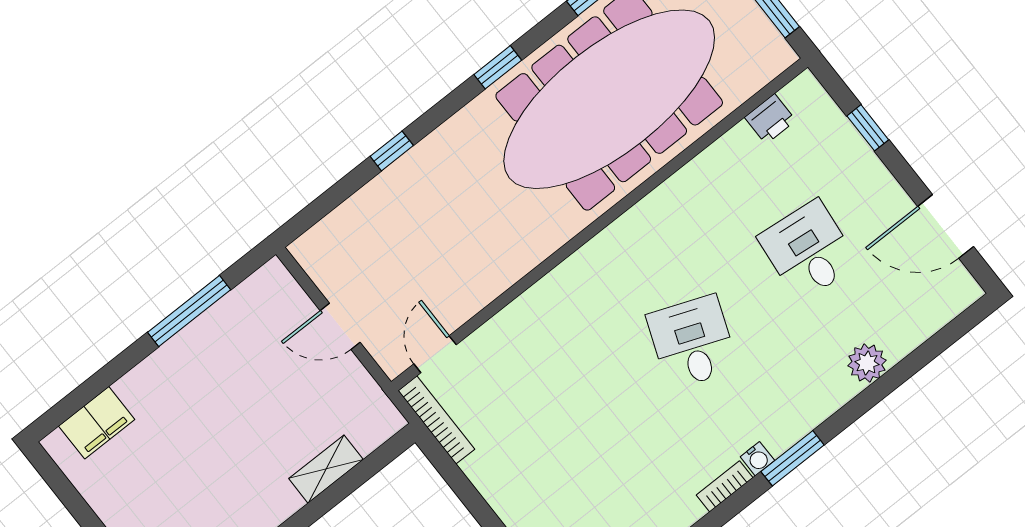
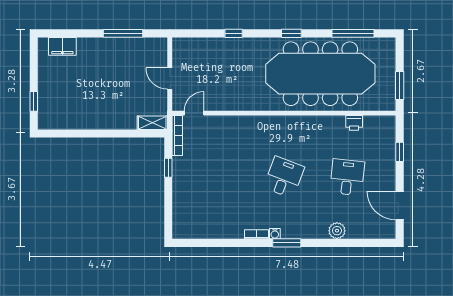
printer: (770, 119) -> (354, 123), moved
shelving: (326, 469) -> (152, 123), moved
window: (466, 492) -> (168, 168), added

